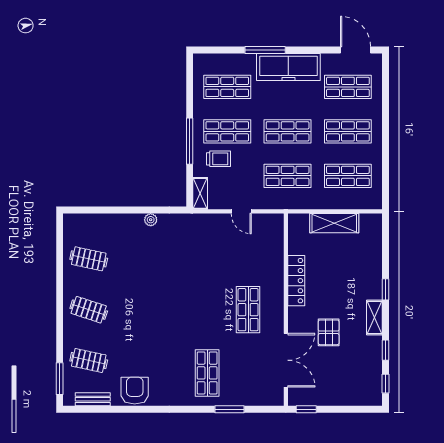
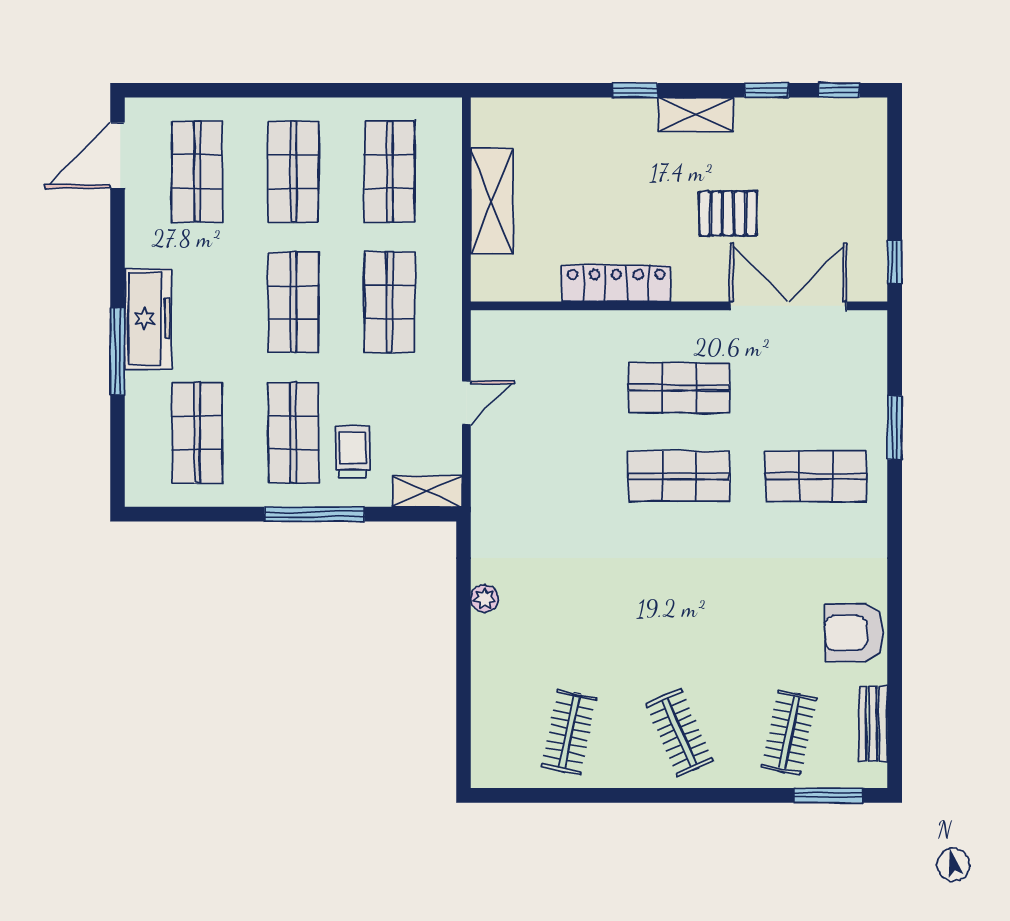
freezer: (288, 67) -> (148, 319), width x0.73, depth x0.79
clothes rail: (89, 310) -> (679, 732), turned -42
shop shelf: (207, 310) -> (679, 476), added

